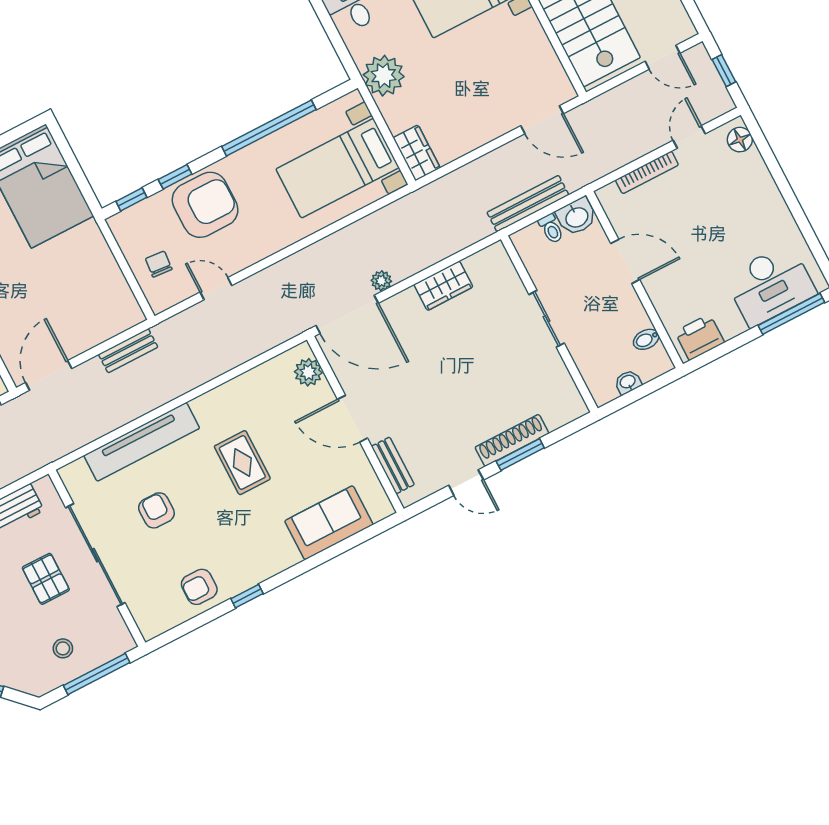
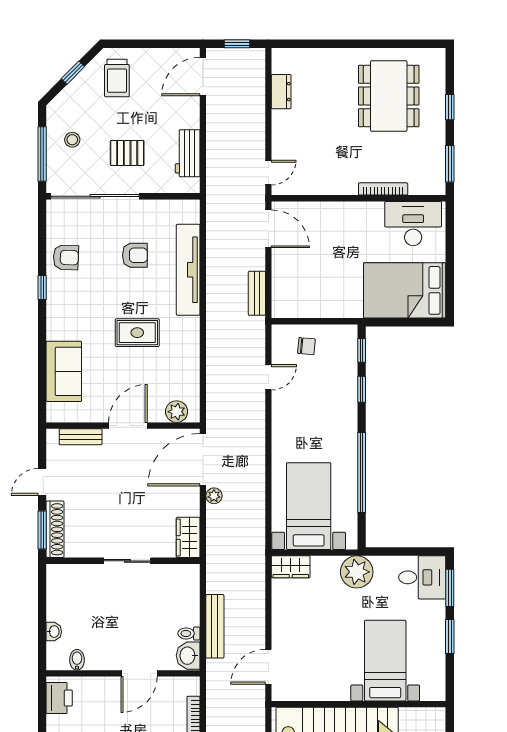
armchair: (205, 205) -> (331, 400), removed
sliding door: (547, 319) -> (127, 561), moved
wall: (549, 324) -> (123, 561), moved
sliding door: (95, 555) -> (95, 196), moved
armchair: (199, 587) -> (66, 257), turned 92

